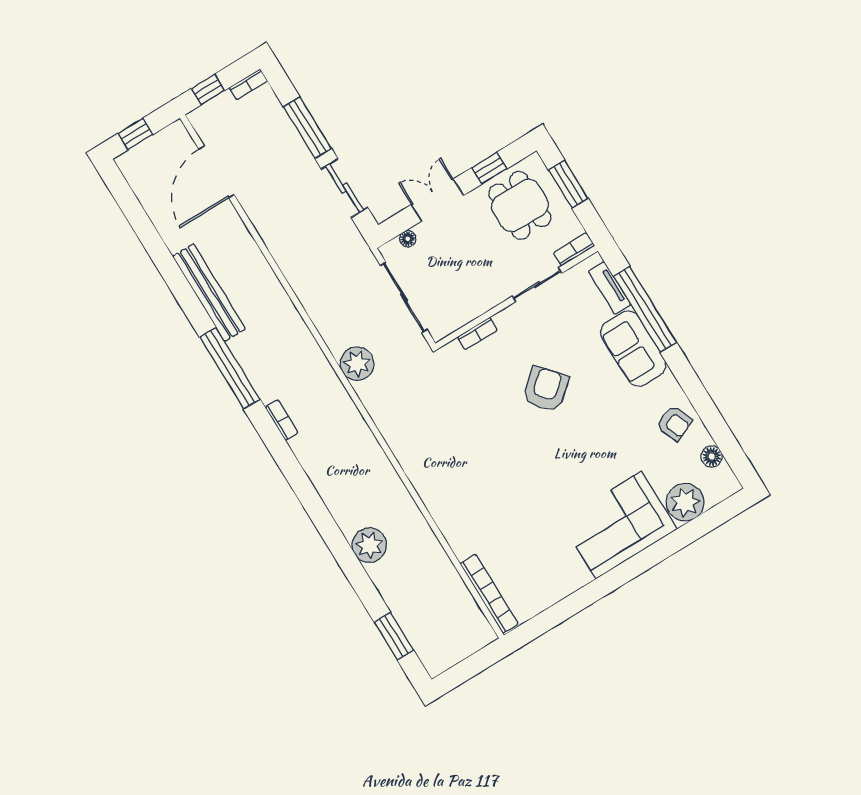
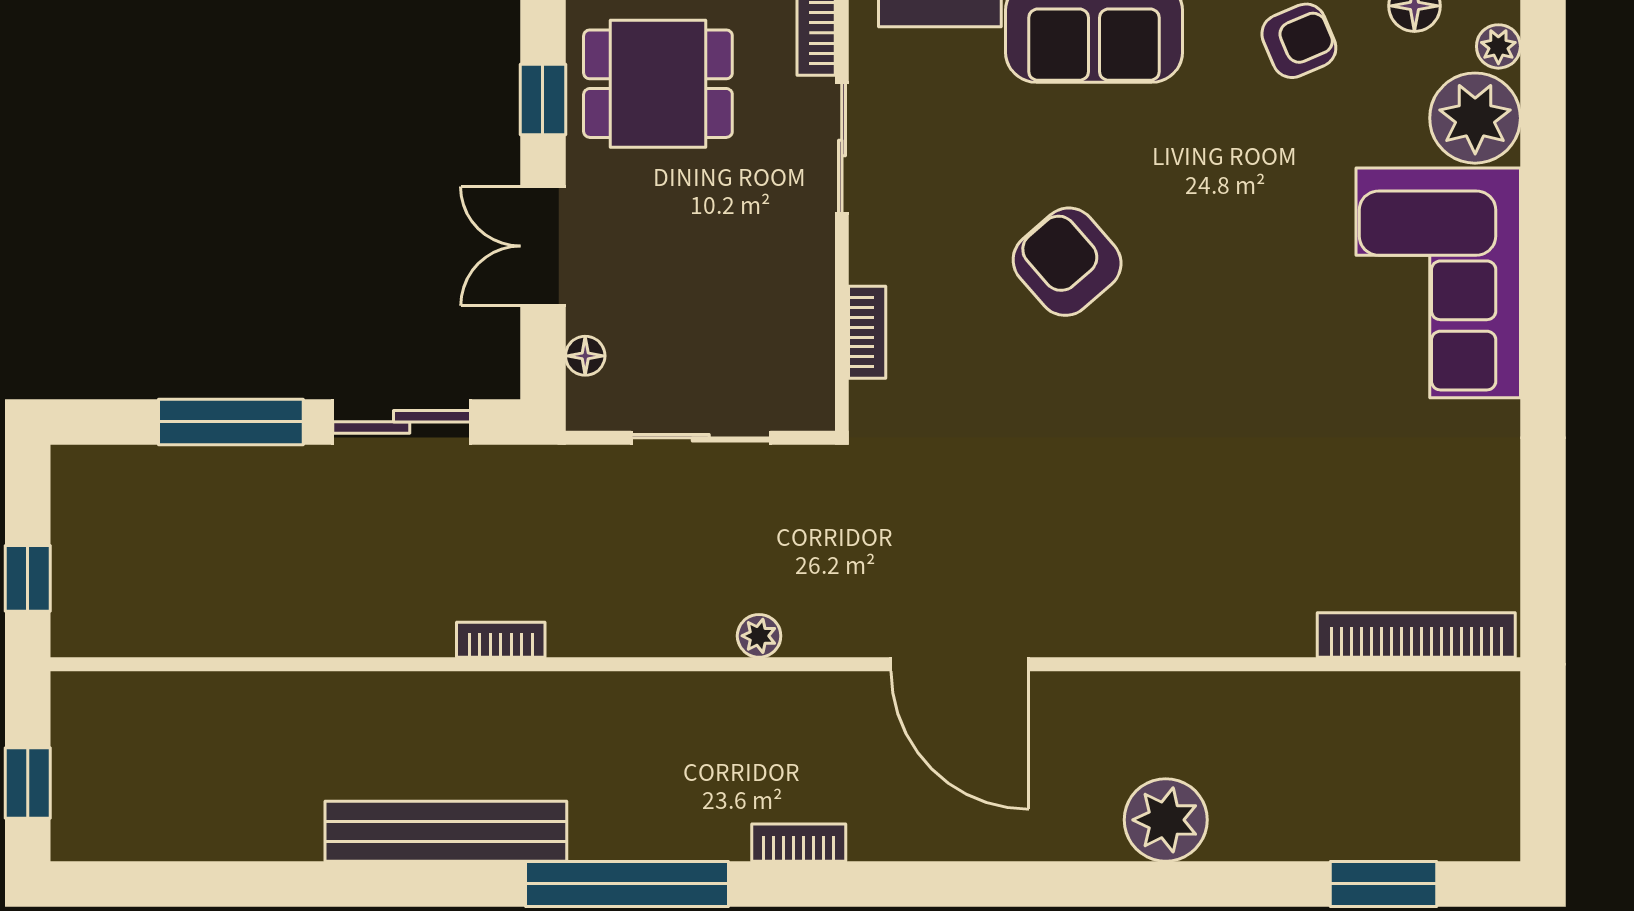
bookcase: (248, 84) -> (501, 640), moved, turned -90
door: (216, 172) -> (960, 664), moved
sliding door: (404, 297) -> (701, 438), width x0.73
plant: (357, 364) -> (759, 636), width x0.53, depth x0.53
plant: (716, 495) -> (1498, 46), added

